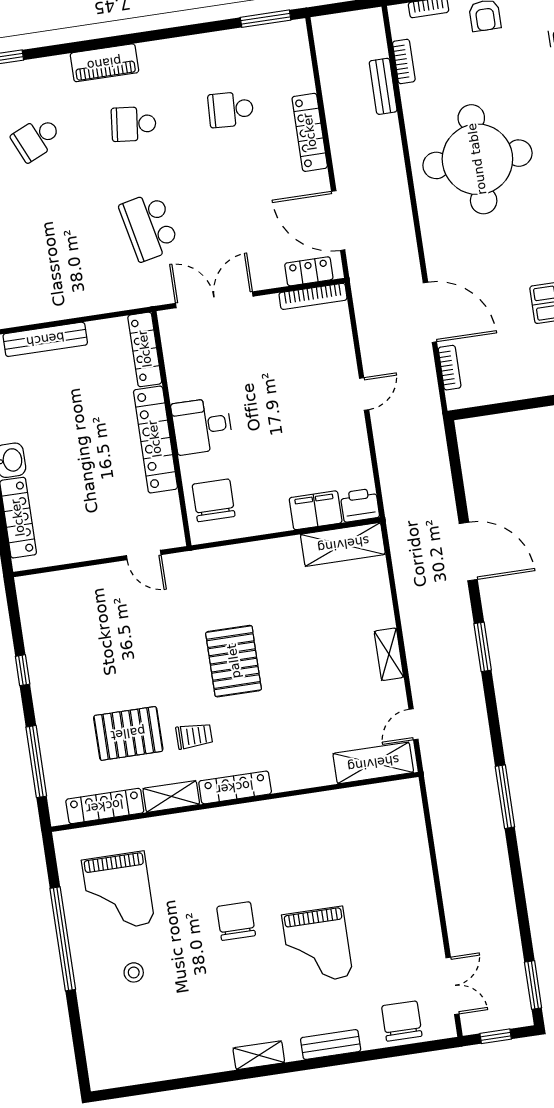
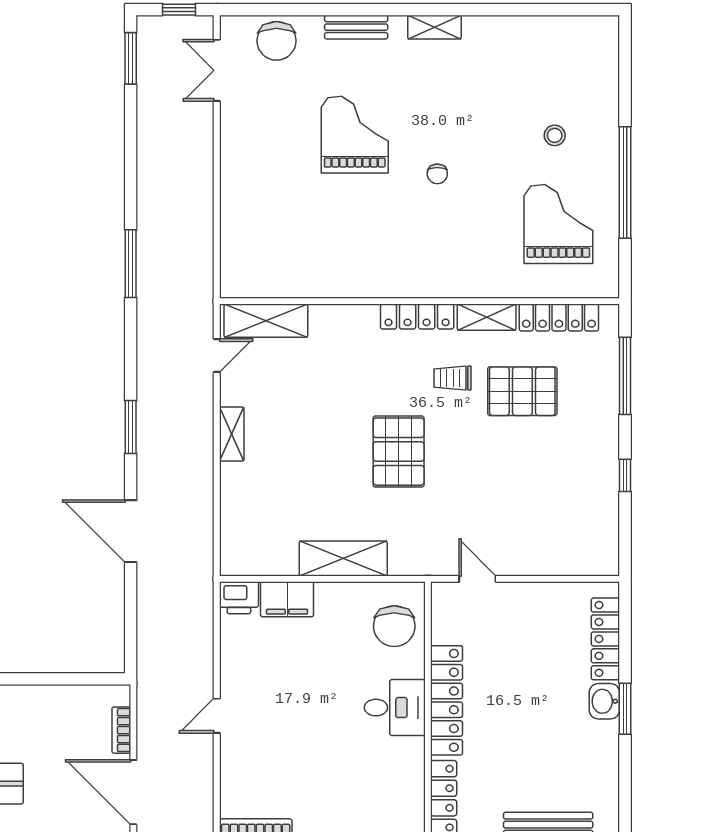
shelving: (343, 544) -> (343, 559), moved
chair: (236, 921) -> (437, 174), width x0.54, depth x0.54

